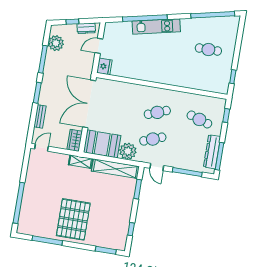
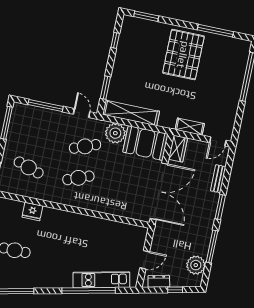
kitchen unit: (156, 26) -> (101, 280), moved
fridge: (104, 66) -> (32, 212), moved, turned -90
dresser: (212, 152) -> (15, 128), removed
shelving: (80, 162) -> (190, 127), moved

